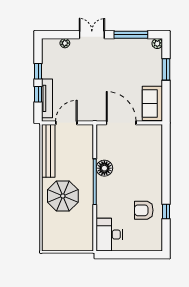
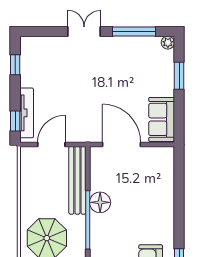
plant: (65, 43) -> (49, 42), removed
window: (38, 71) -> (15, 65), moved
window: (38, 94) -> (15, 121), moved
bench: (48, 151) -> (77, 180), moved

